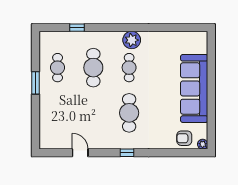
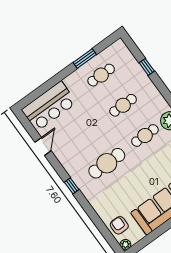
cafe table: (93, 68) -> (123, 105), width x0.73, depth x0.74
window: (36, 83) -> (85, 59), moved
bar counter: (52, 125) -> (49, 106), added

